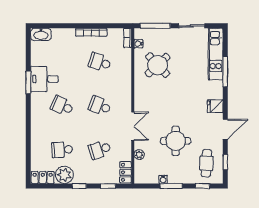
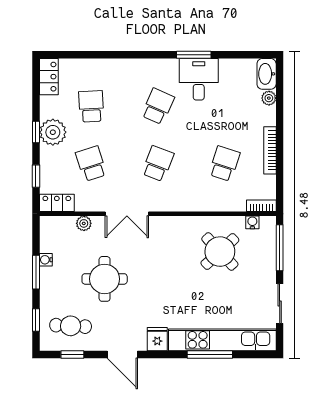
plant: (57, 33) -> (269, 98), added
kitchen unit: (216, 54) -> (222, 340), width x1.36
plant: (64, 175) -> (53, 132), moved

